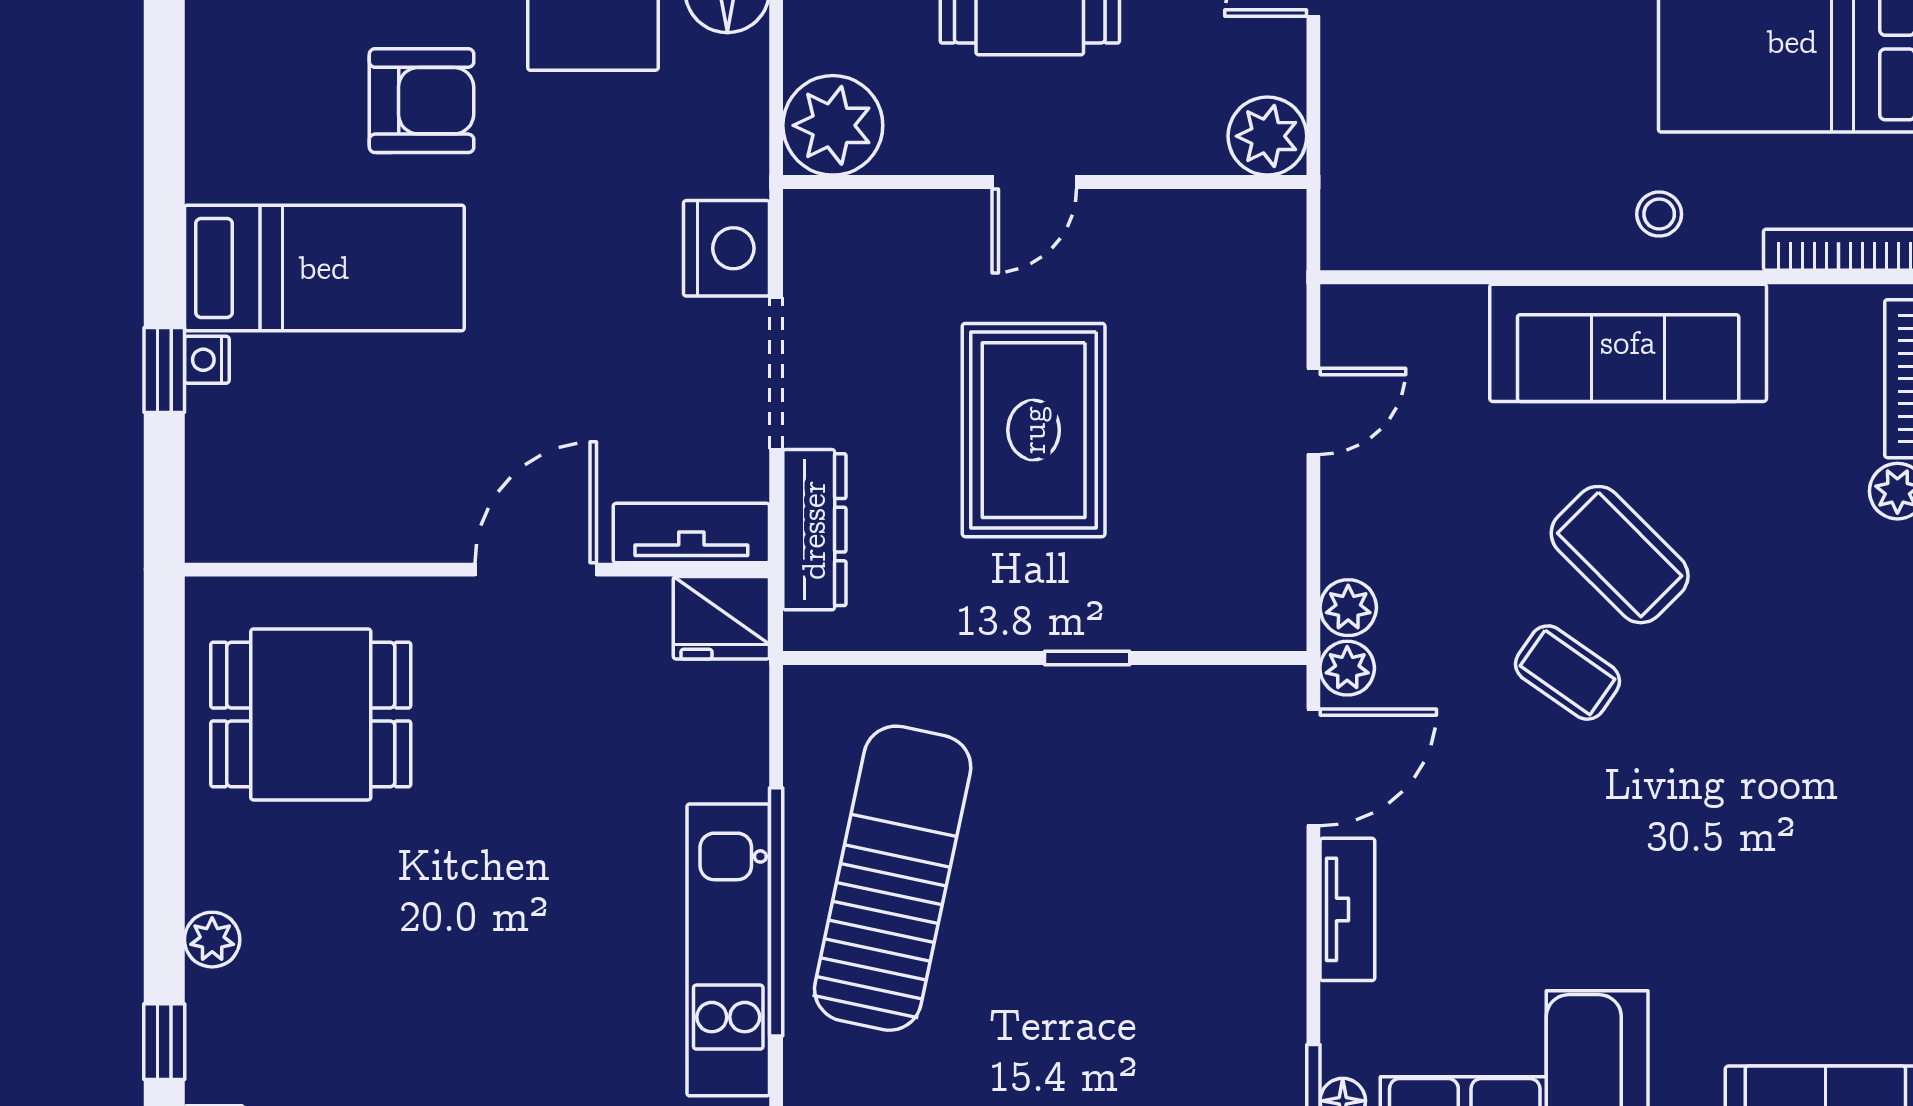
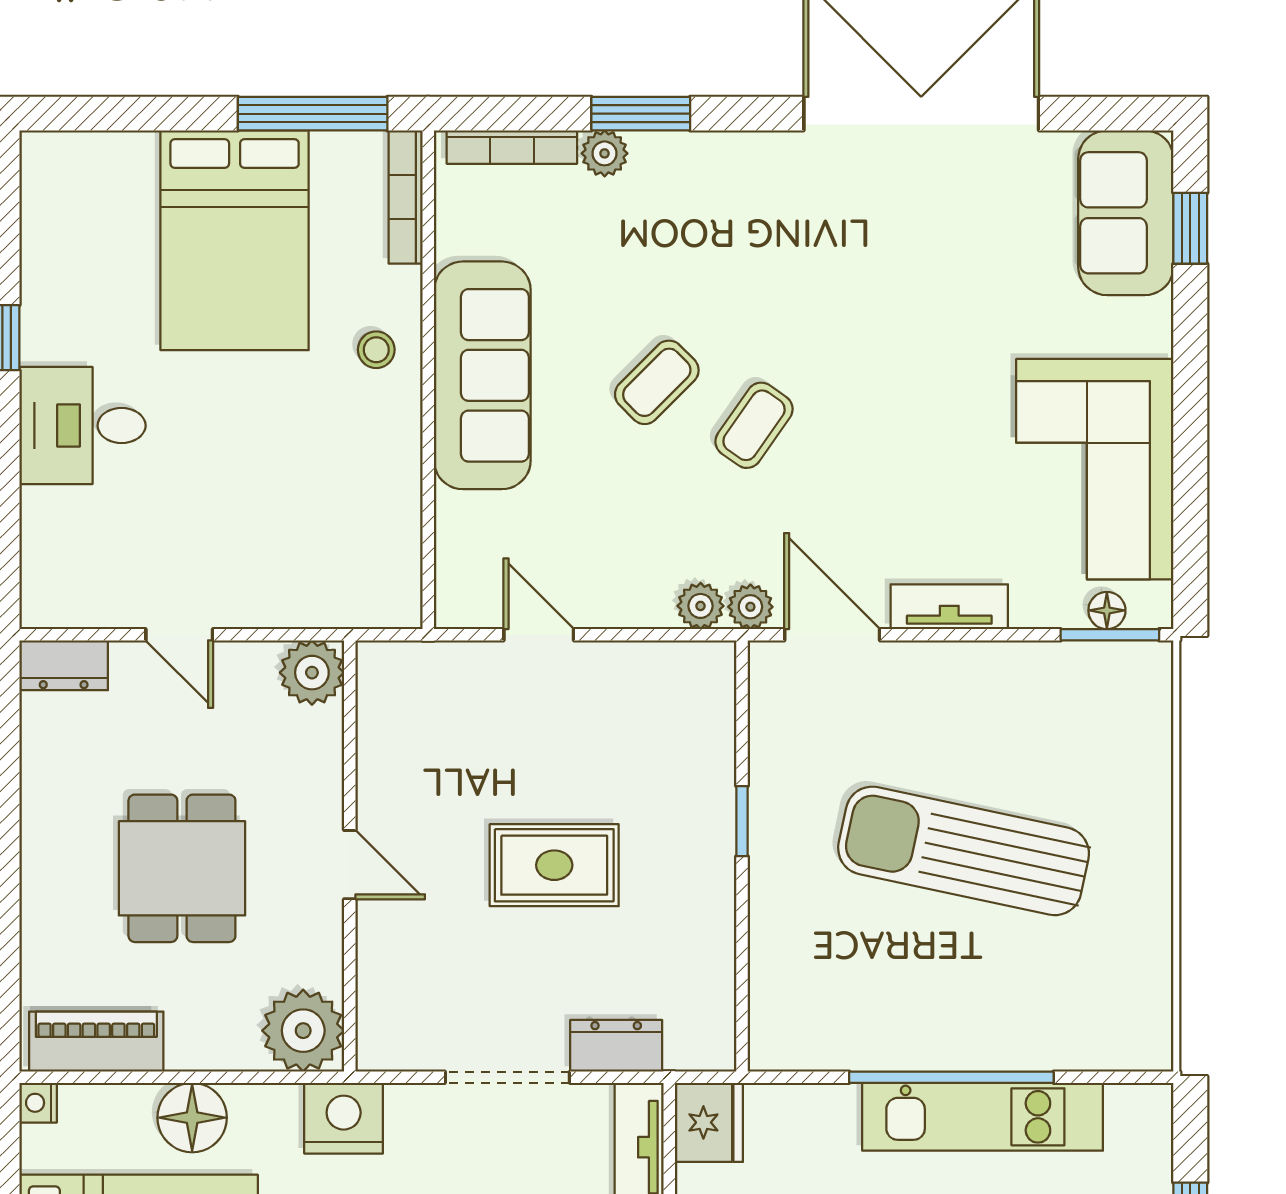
nightstand: (727, 248) -> (344, 1118), moved
rug: (1034, 430) -> (554, 865), width x0.73, depth x0.70
dresser: (814, 530) -> (616, 1046), width x0.70
coffee table: (1620, 555) -> (657, 382), width x0.73, depth x0.77
sun lounger: (893, 878) -> (964, 851), moved

